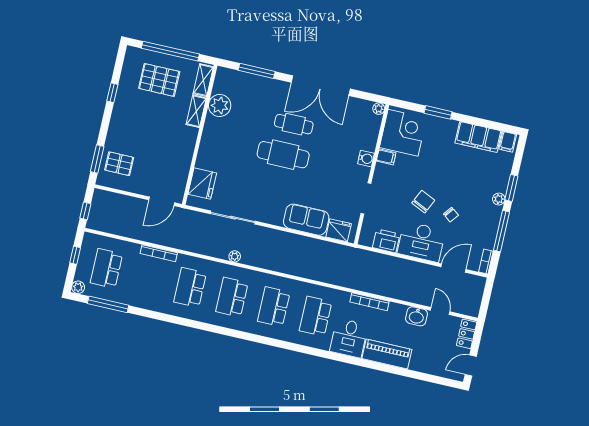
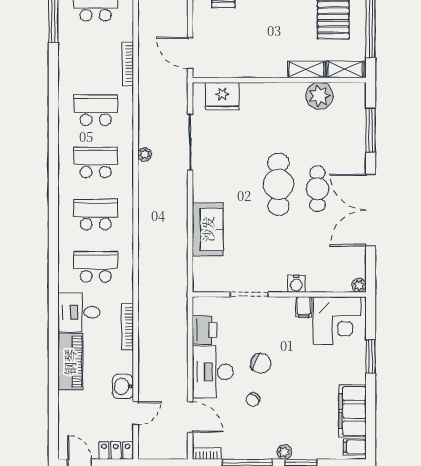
fridge: (339, 230) -> (204, 271), removed

